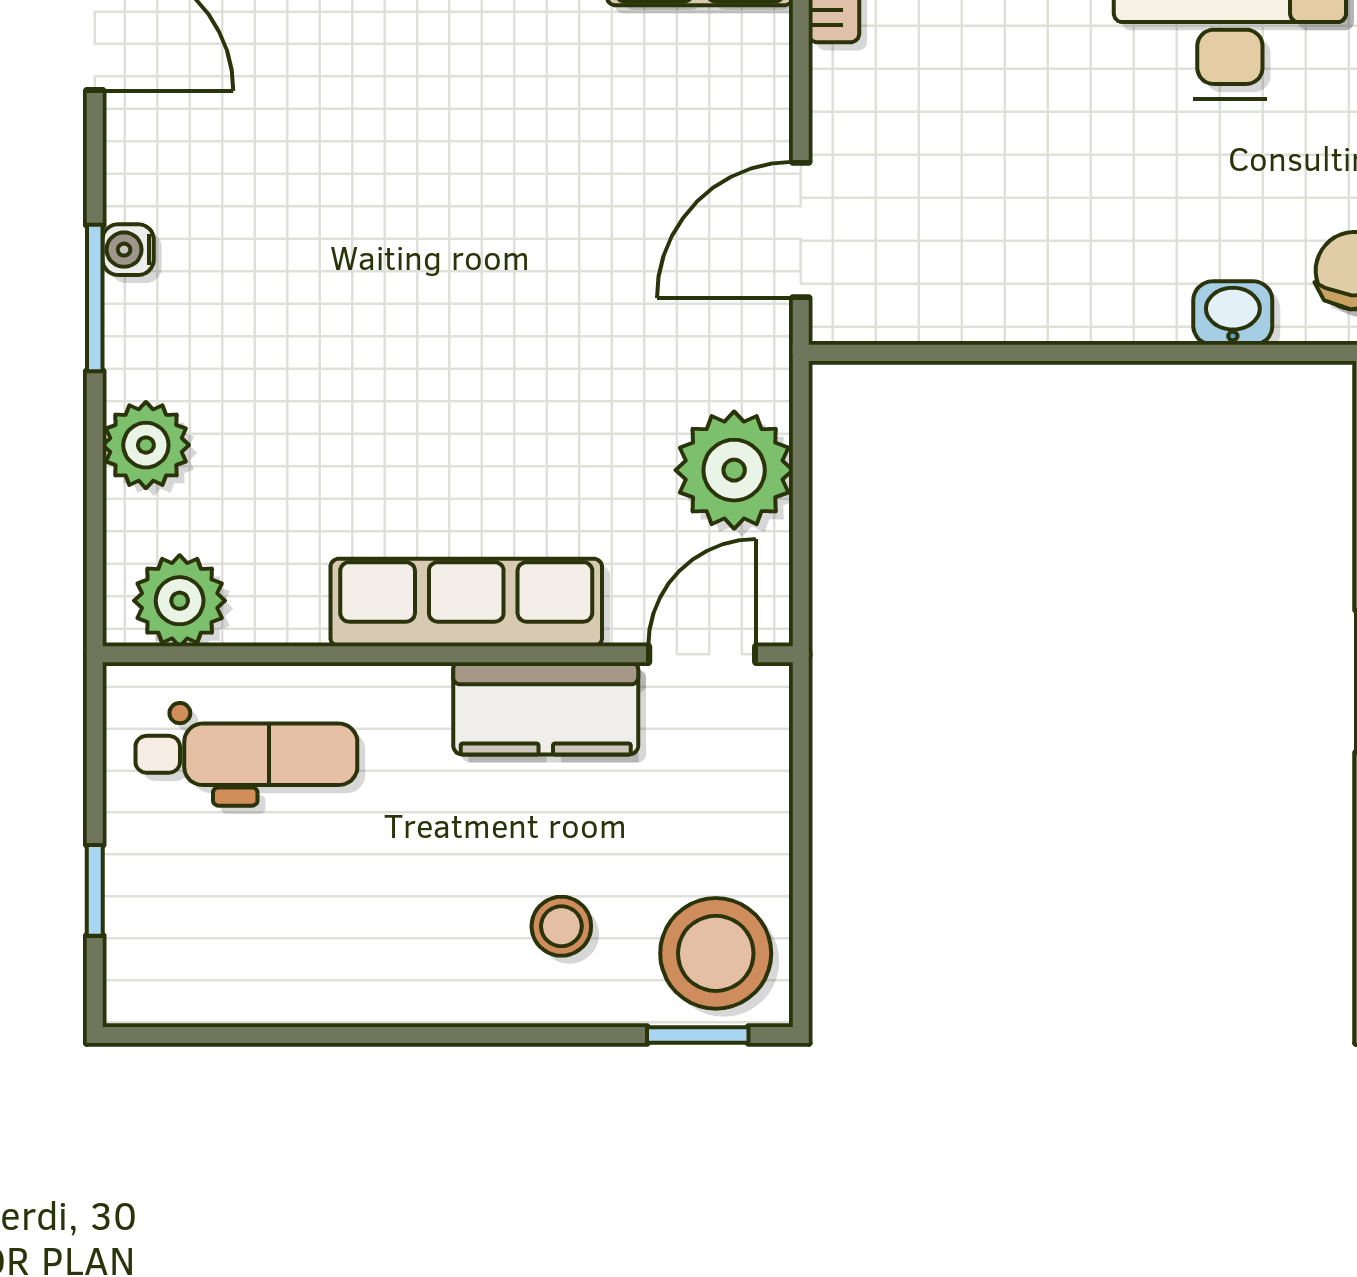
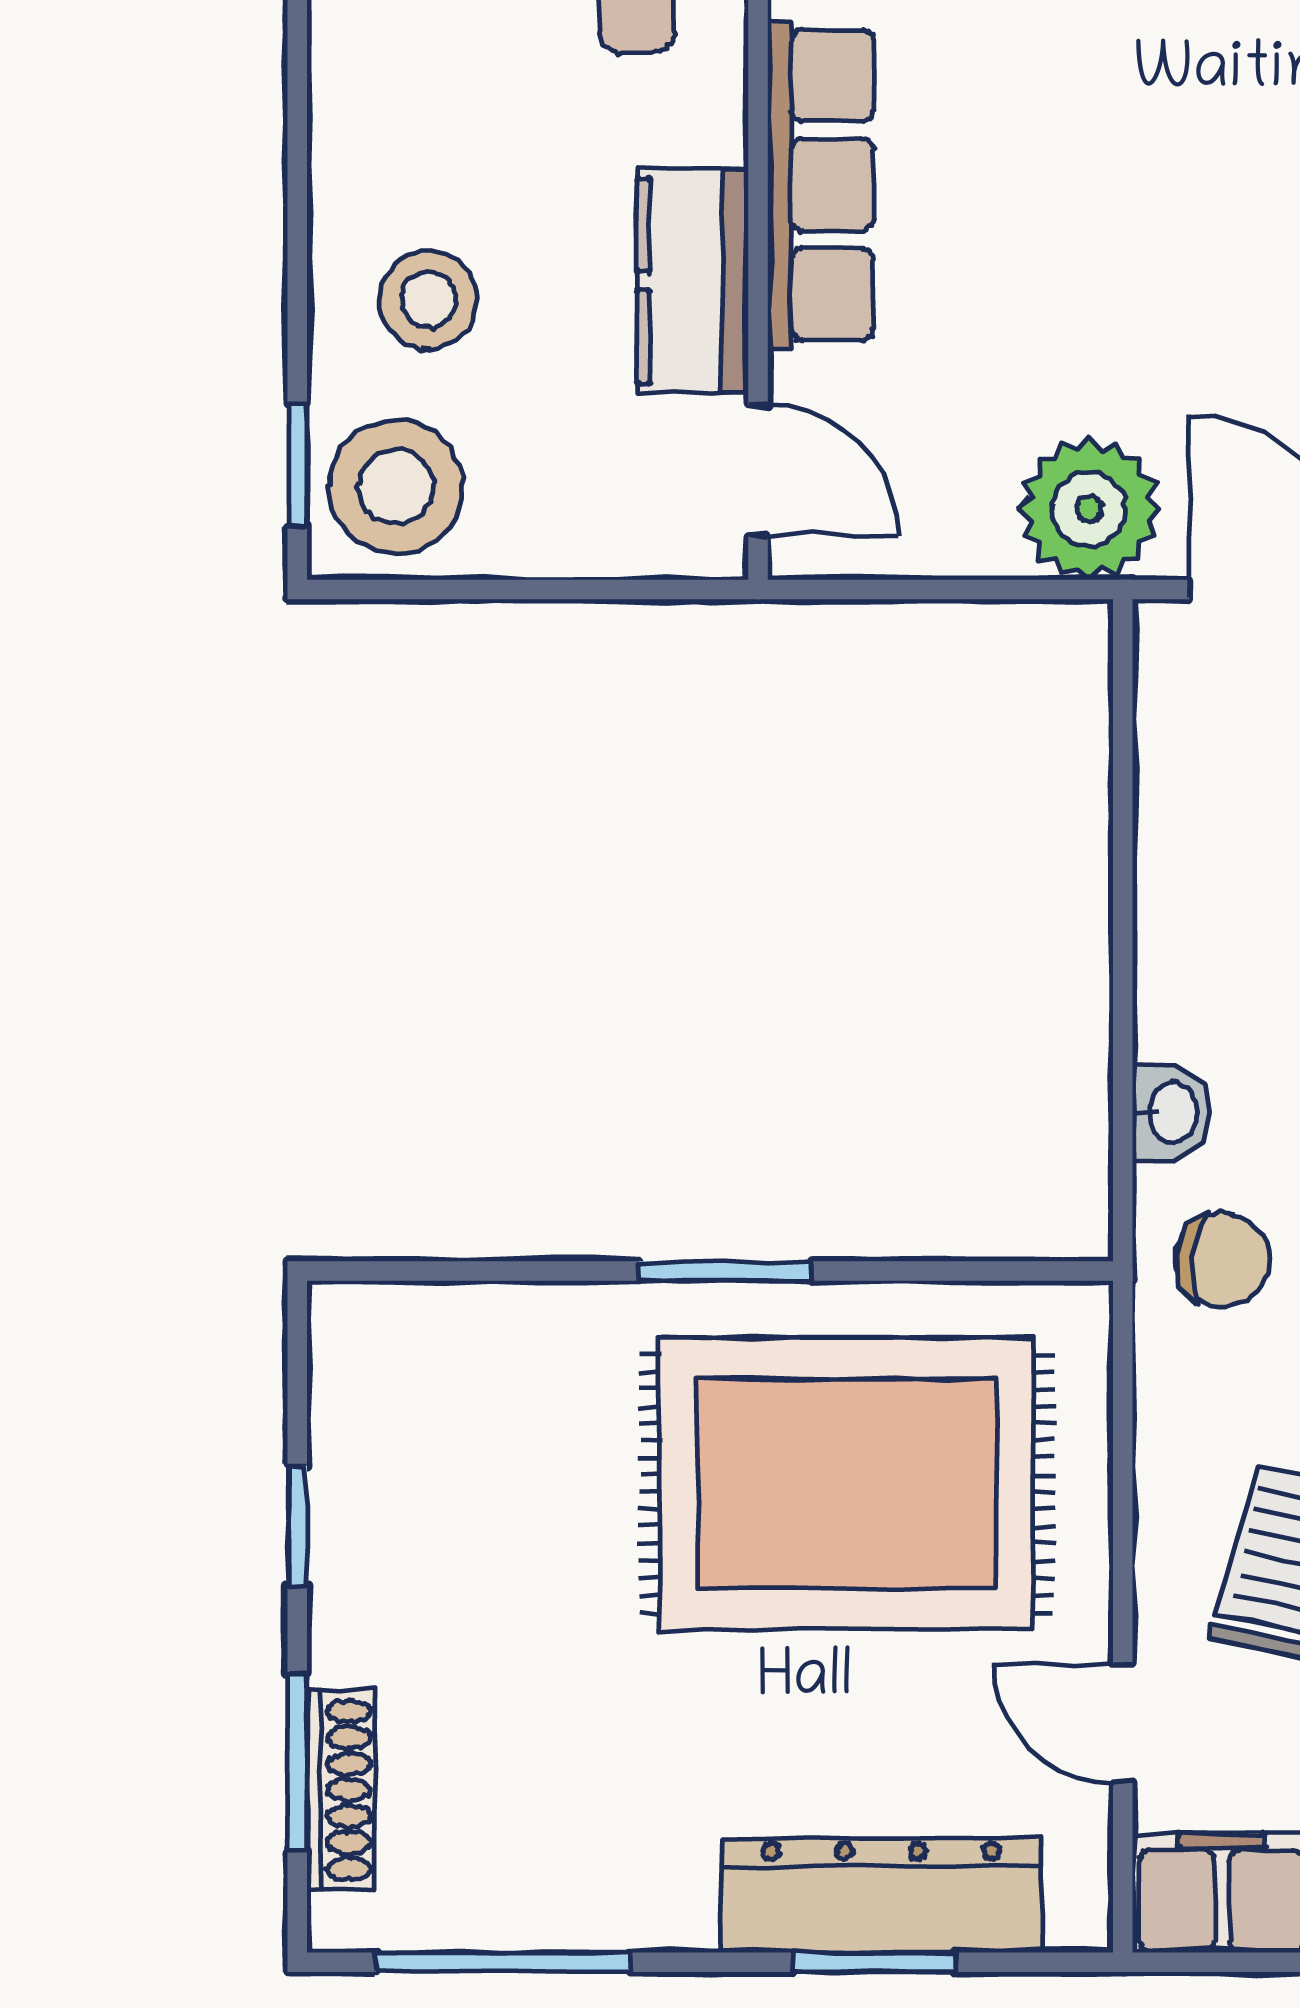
plant: (734, 470) -> (1089, 509), moved
stool: (561, 926) -> (429, 300), width x1.37, depth x1.37

